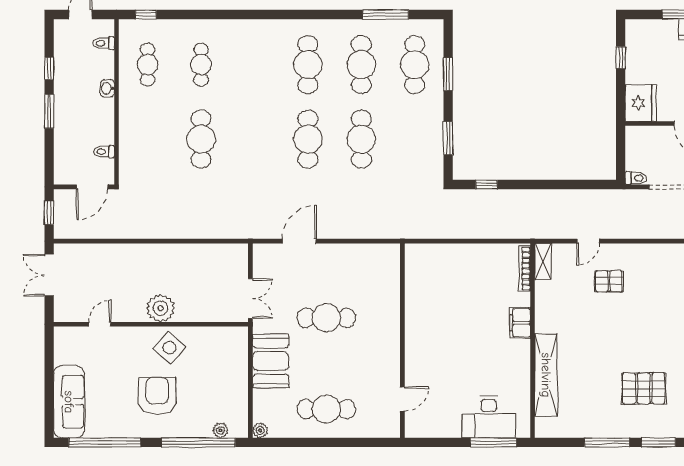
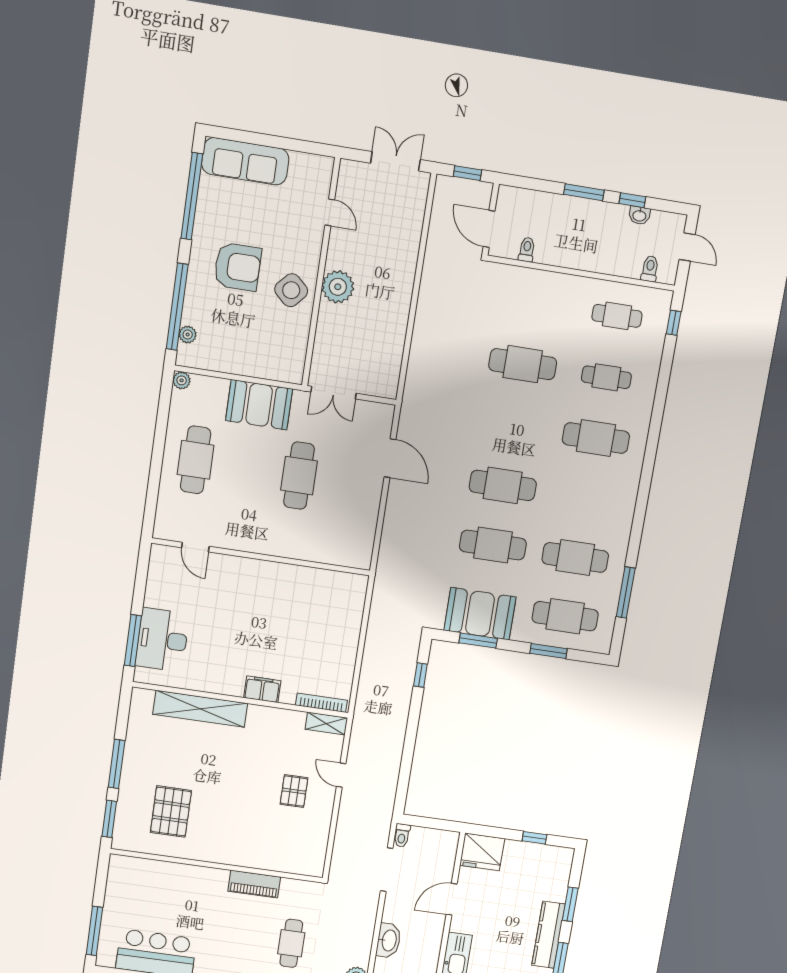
cafe table: (308, 65) -> (596, 438), moved
washbasin: (107, 88) -> (639, 215), moved, turned 180
booth: (424, 140) -> (480, 614), added

